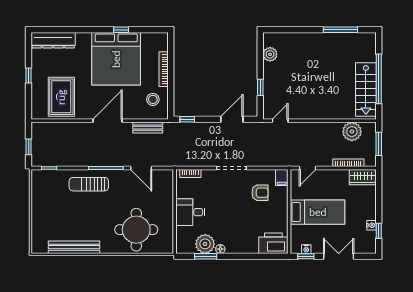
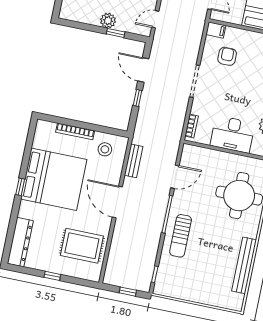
window: (121, 30) -> (20, 187), moved
plant: (270, 54) -> (108, 21), moved
window: (187, 119) -> (137, 98), moved
door: (280, 121) -> (155, 19), hinge flipped
desk: (190, 212) -> (232, 134), width x1.37

